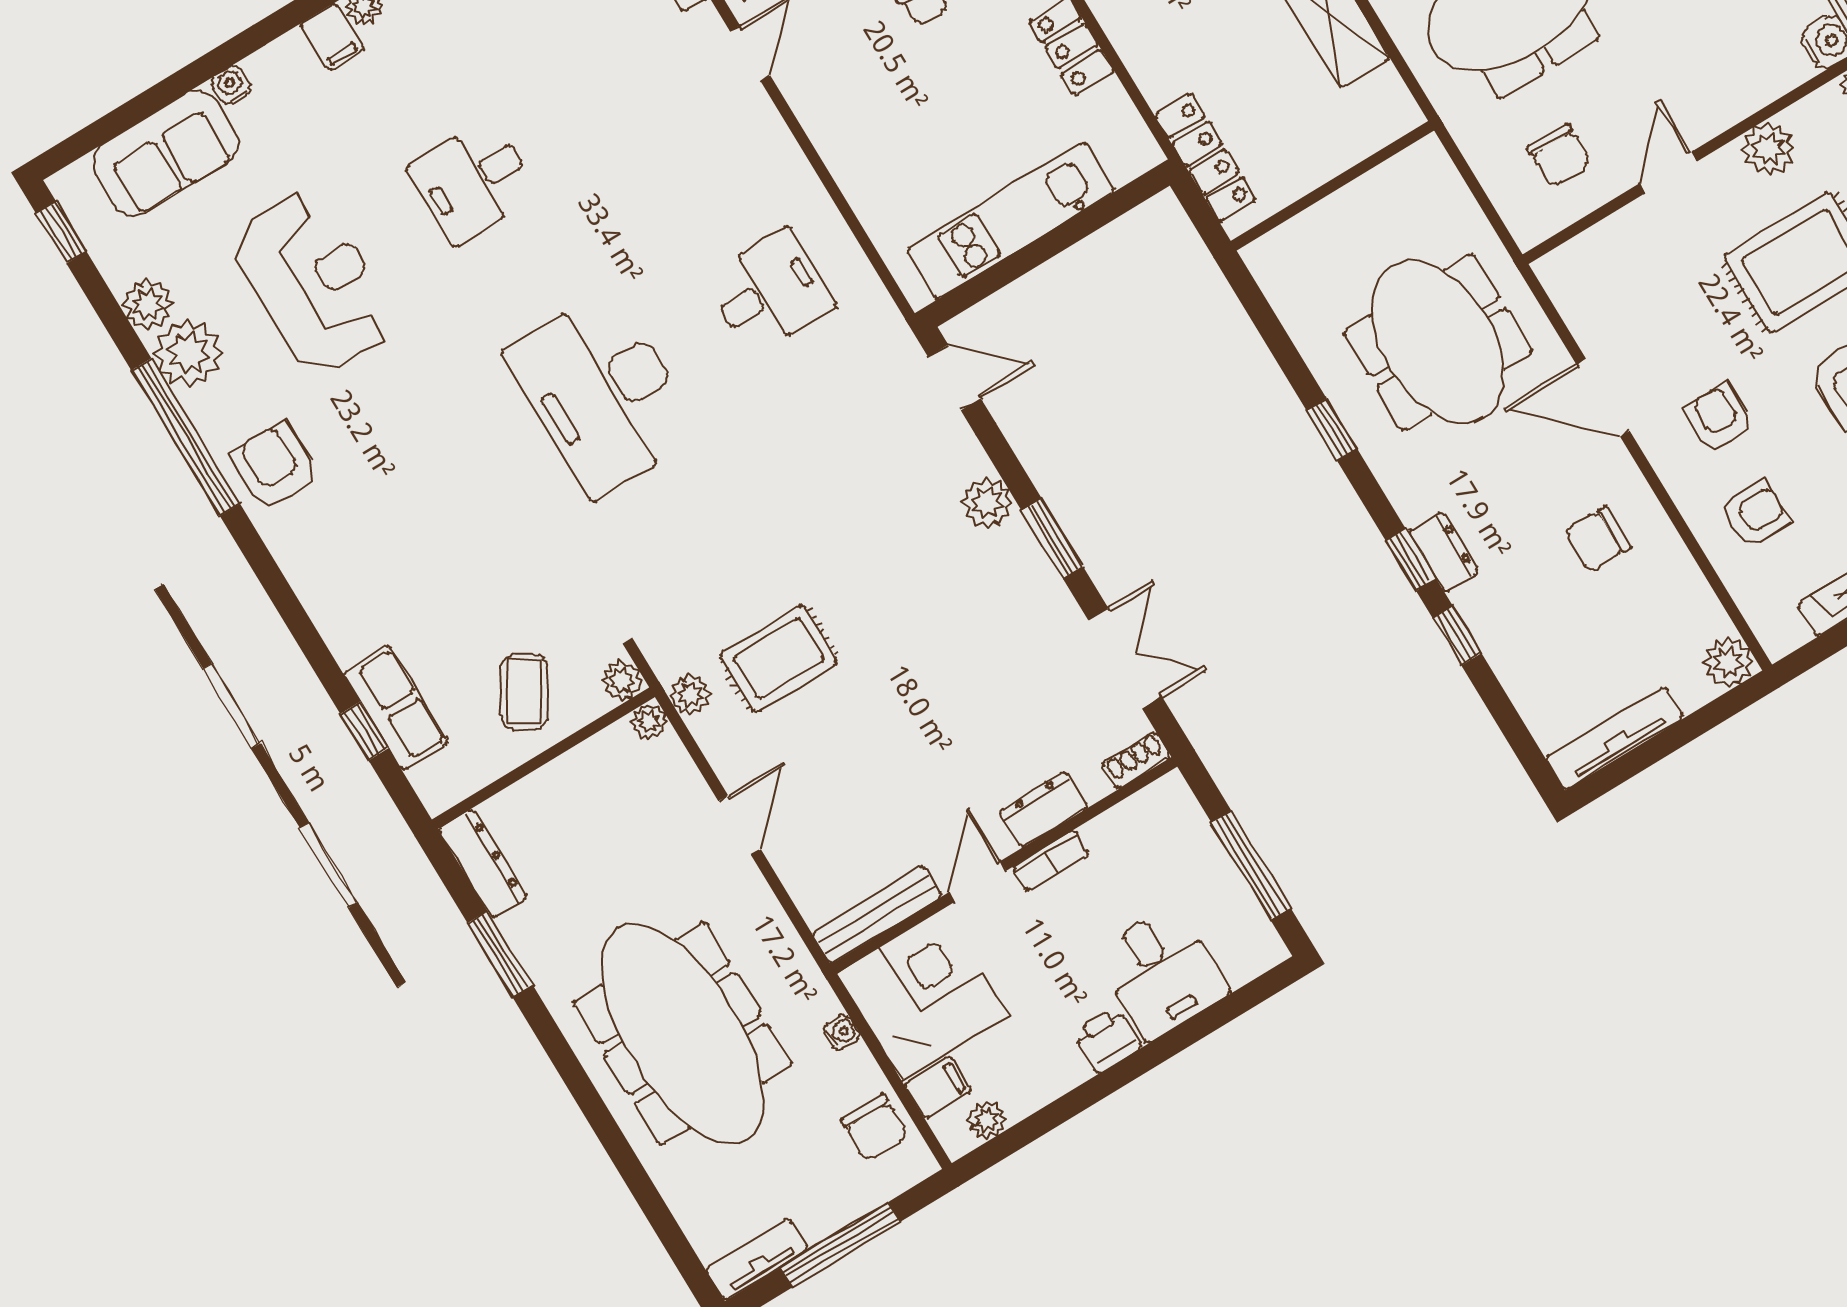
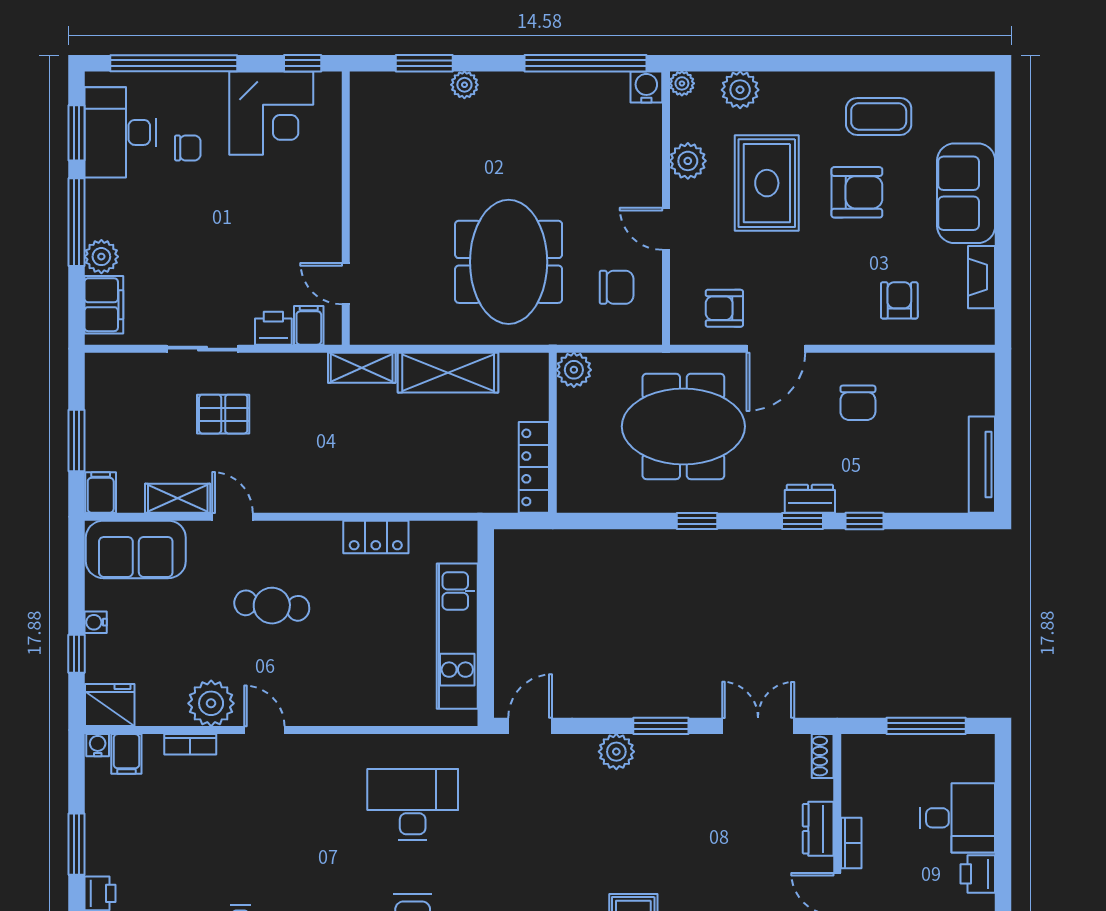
locker: (1205, 158) -> (534, 467), moved, turned -90
desk: (770, 292) -> (413, 805), width x1.37
armchair: (1719, 417) -> (724, 308), moved
plant: (1728, 662) -> (574, 370), moved

